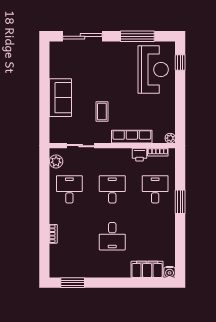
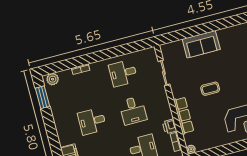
coffee table: (102, 112) -> (210, 89), moved
plant: (56, 161) -> (53, 79), moved
desk: (69, 189) -> (123, 73), turned 180
desk: (112, 189) -> (133, 111), turned 90

